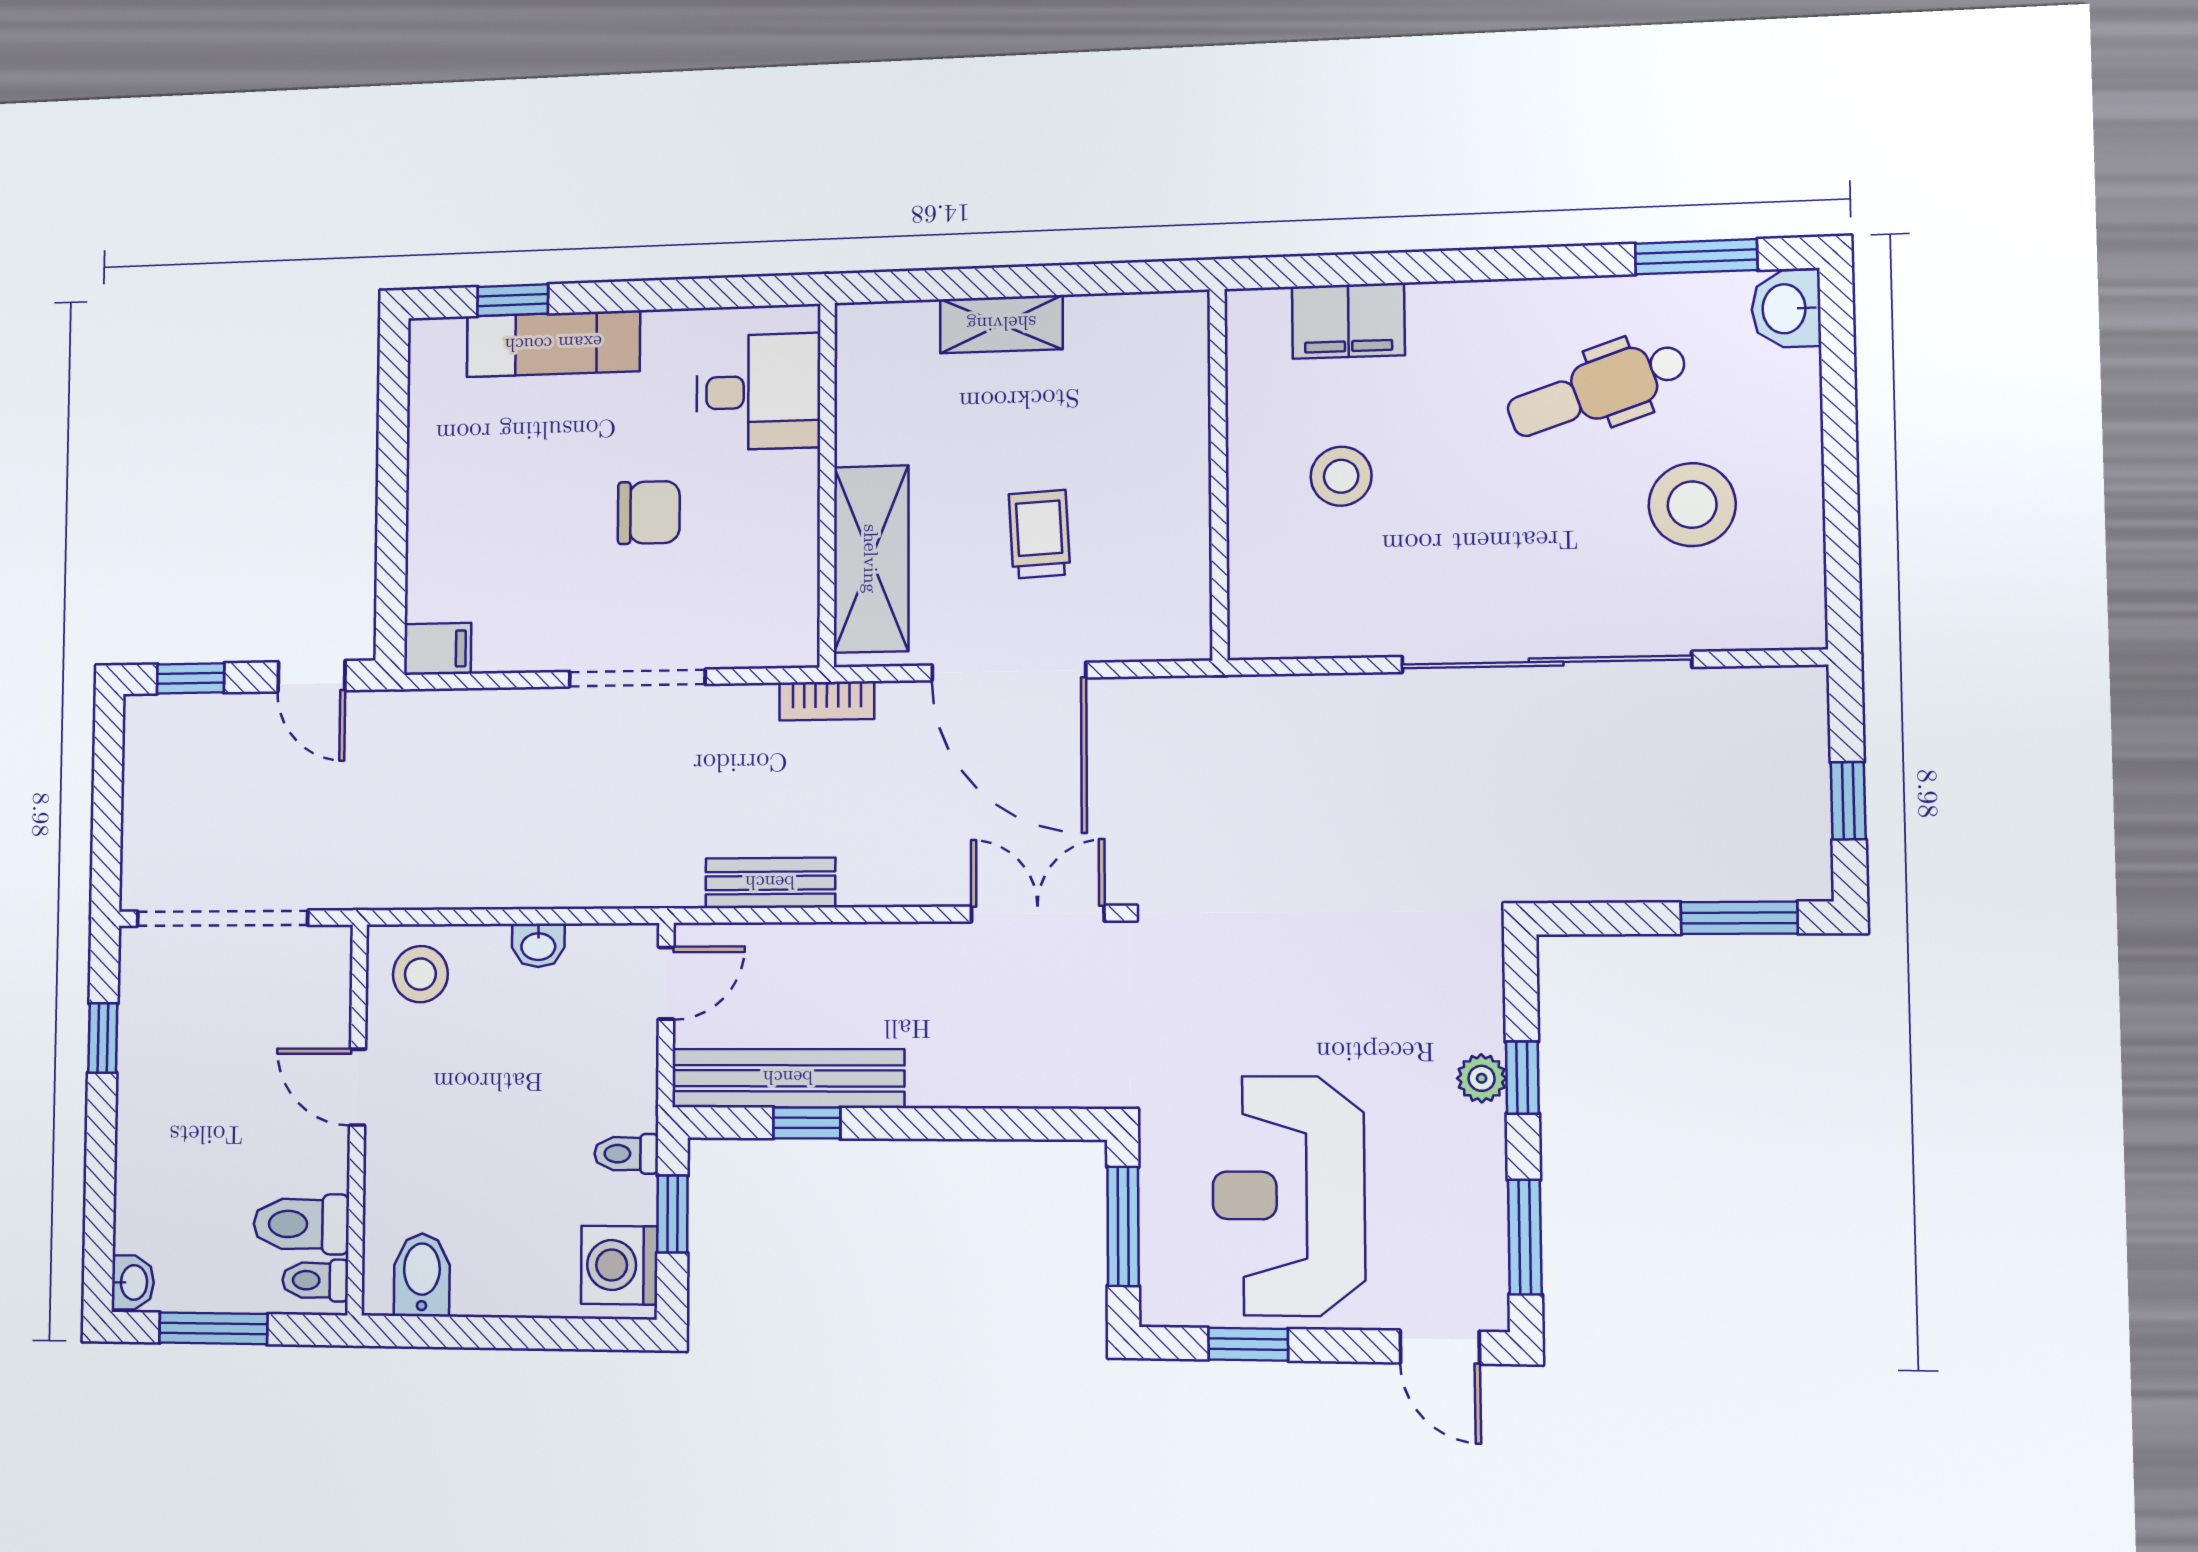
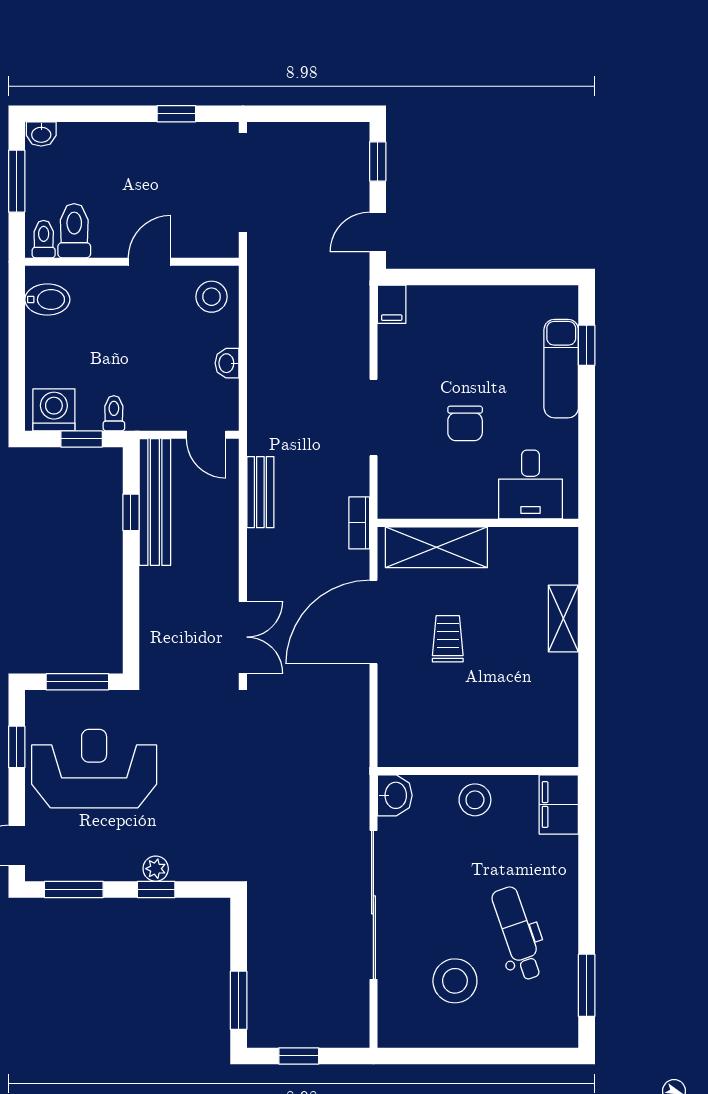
washbasin: (1786, 309) -> (395, 795), moved, turned 90
wall: (1219, 474) -> (478, 771), moved
trolley: (1039, 534) -> (448, 639), turned -87

